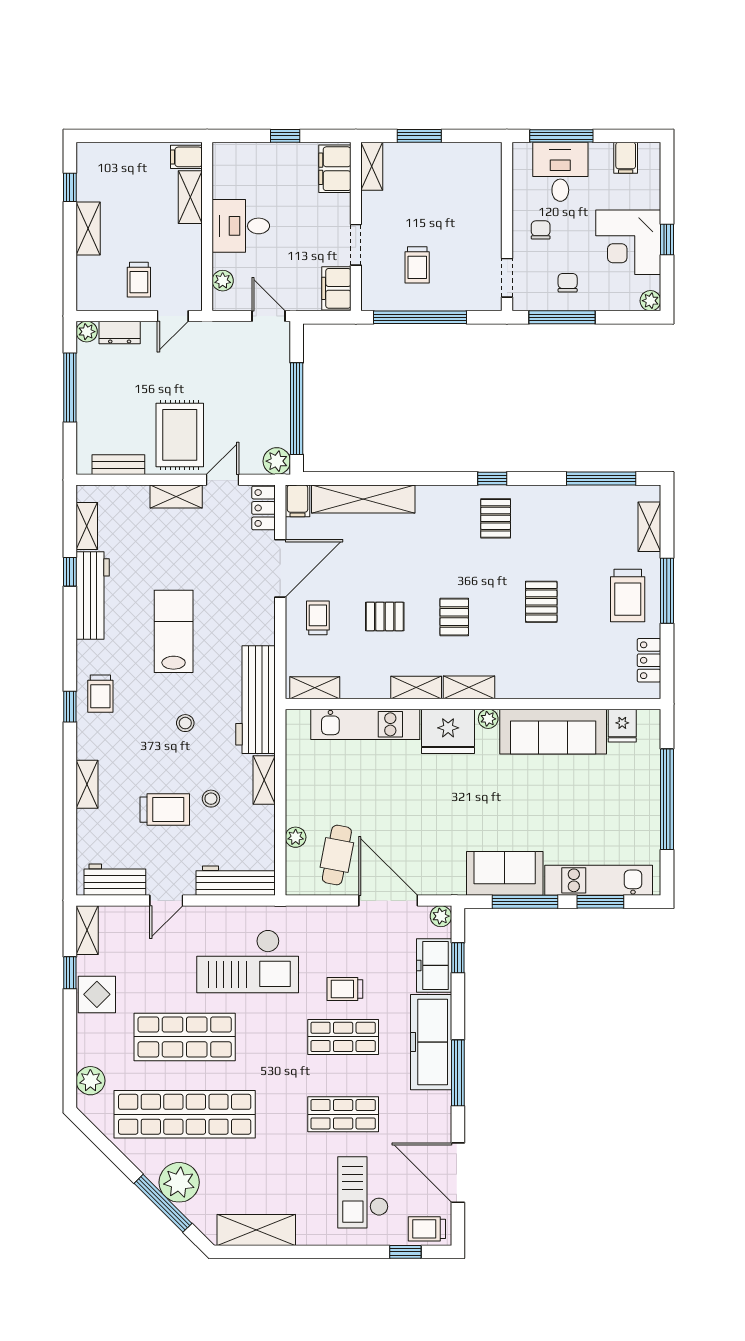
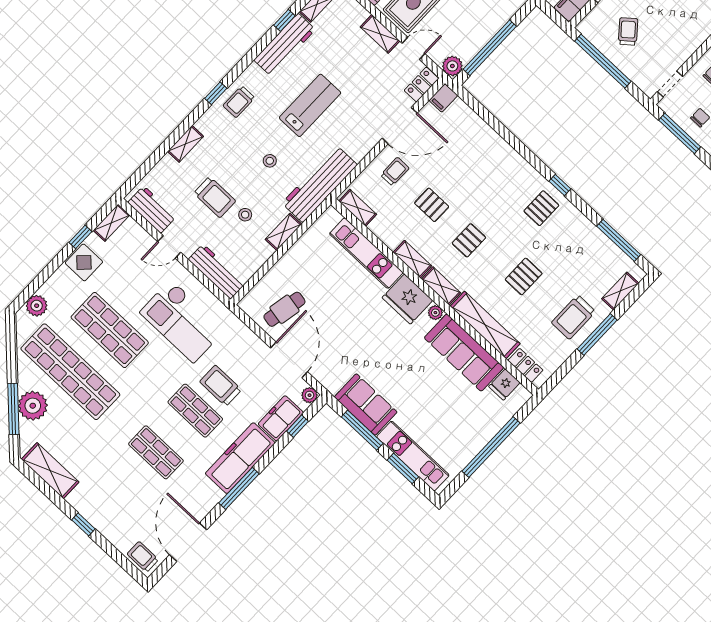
trolley: (417, 265) -> (628, 31), turned 140
shelving: (363, 499) -> (485, 325), moved
locker: (649, 660) -> (525, 365), moved, turned 90
plant: (296, 837) -> (271, 279), removed
trolley: (345, 989) -> (221, 386), width x1.36, depth x1.39
checkout: (363, 1192) -> (127, 505), removed
window: (405, 1252) -> (83, 524), moved

